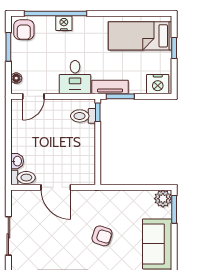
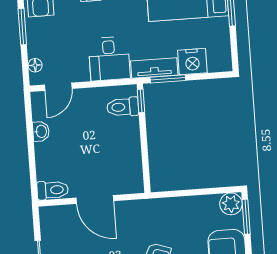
nightstand: (158, 84) -> (192, 62), moved
washbasin: (17, 161) -> (41, 131), moved

